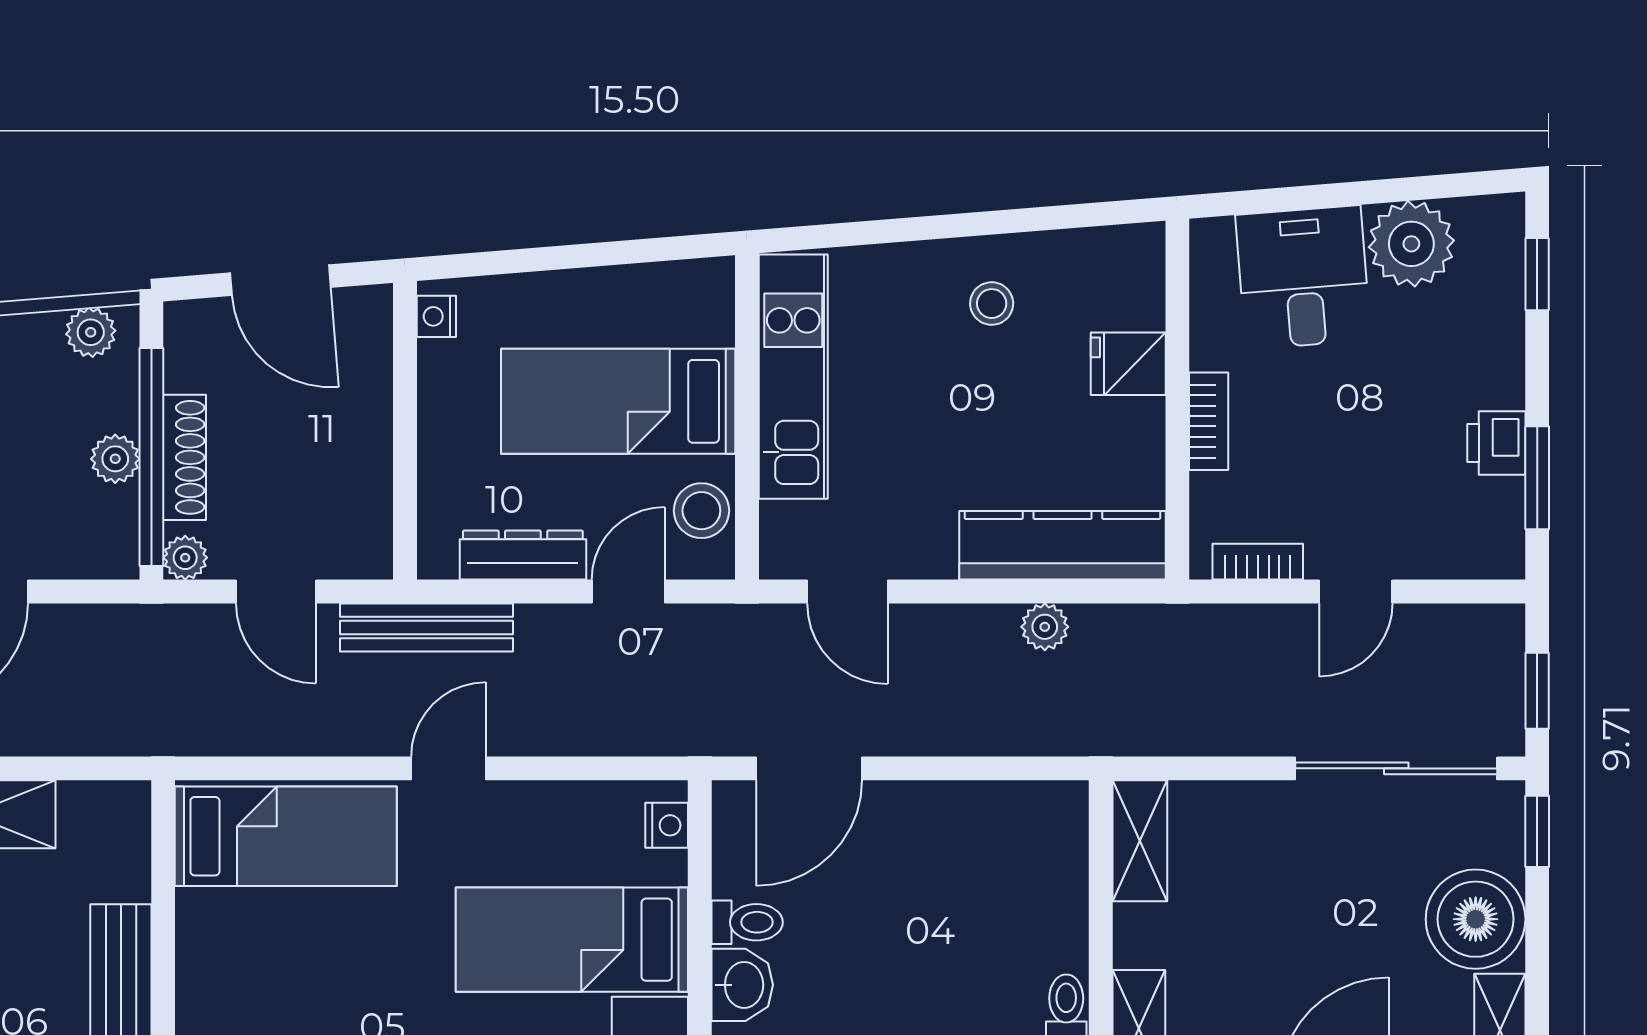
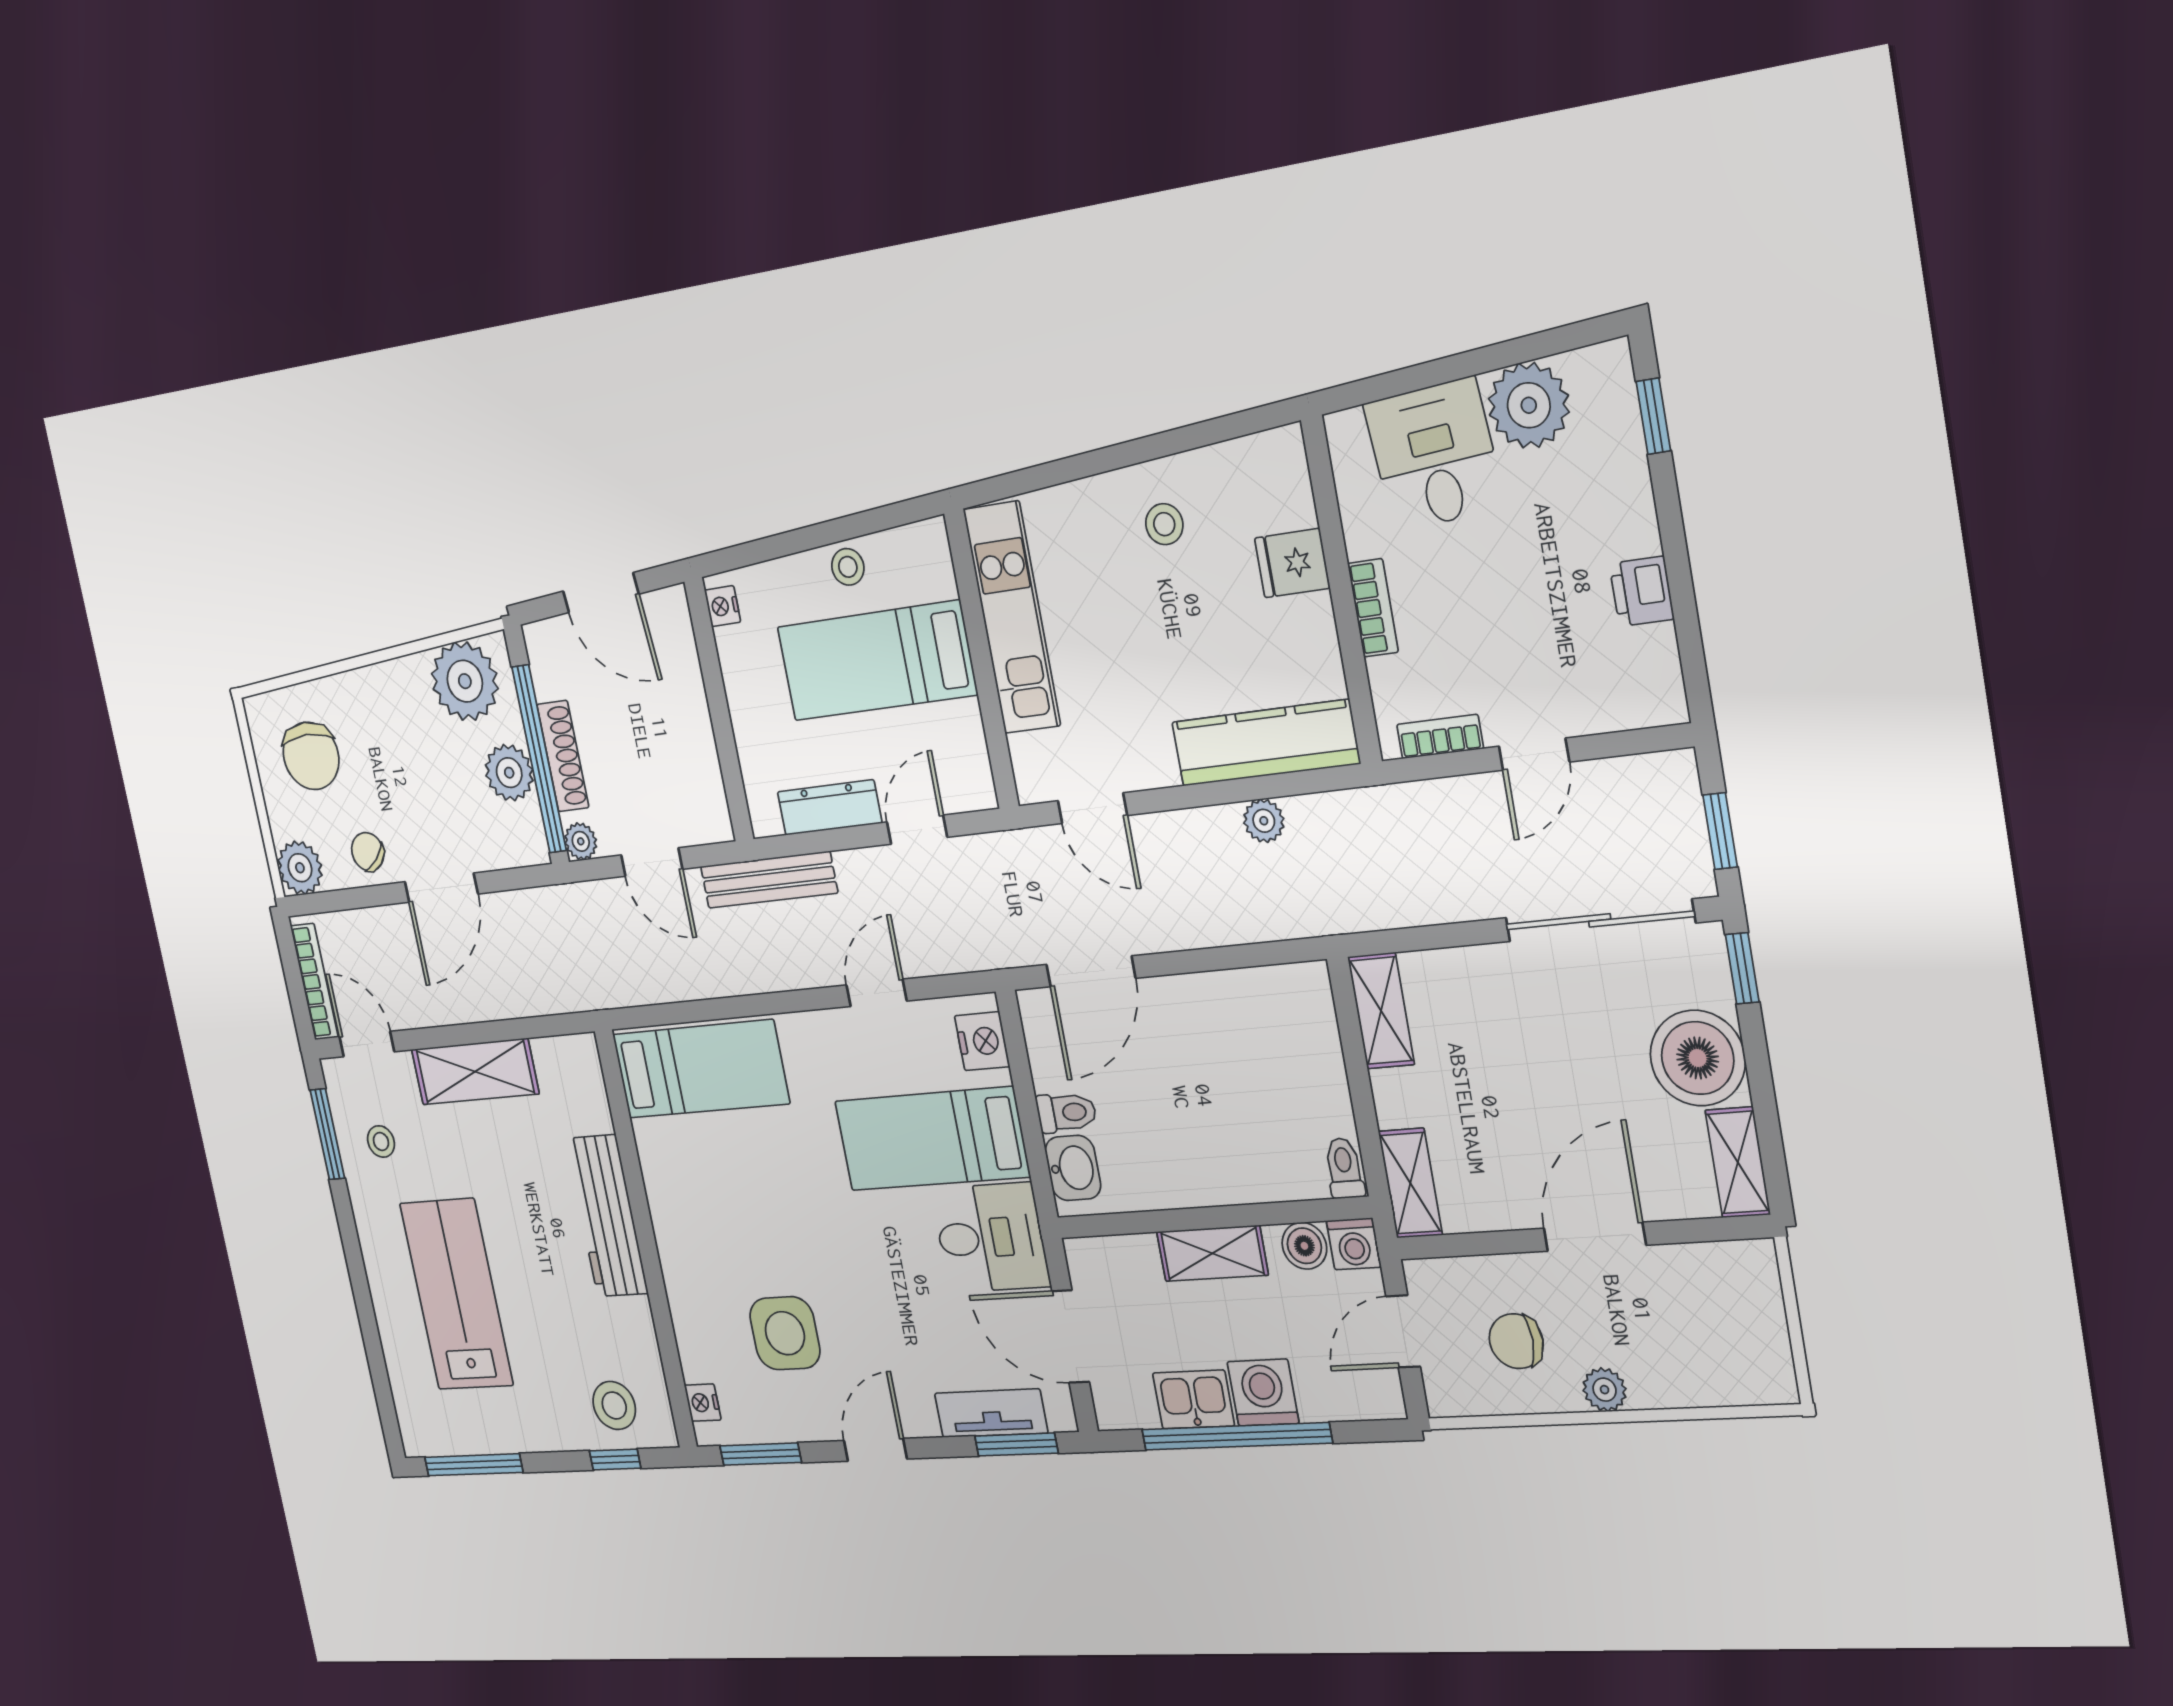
plant: (91, 332) -> (465, 681), width x1.88, depth x1.88
plant: (115, 459) -> (509, 773), width x1.38, depth x1.38
window: (1537, 478) -> (1686, 621), removed
stool: (701, 511) -> (848, 567), moved, width x0.73, depth x0.73
door: (449, 768) -> (877, 993), moved
nightstand: (667, 825) -> (982, 1041), width x1.39, depth x1.35

